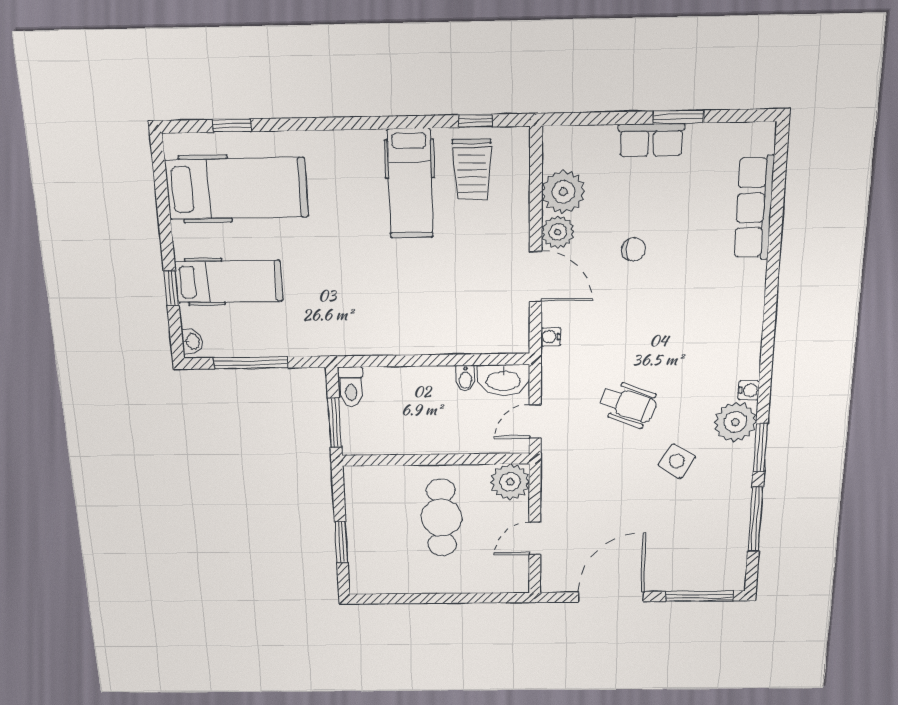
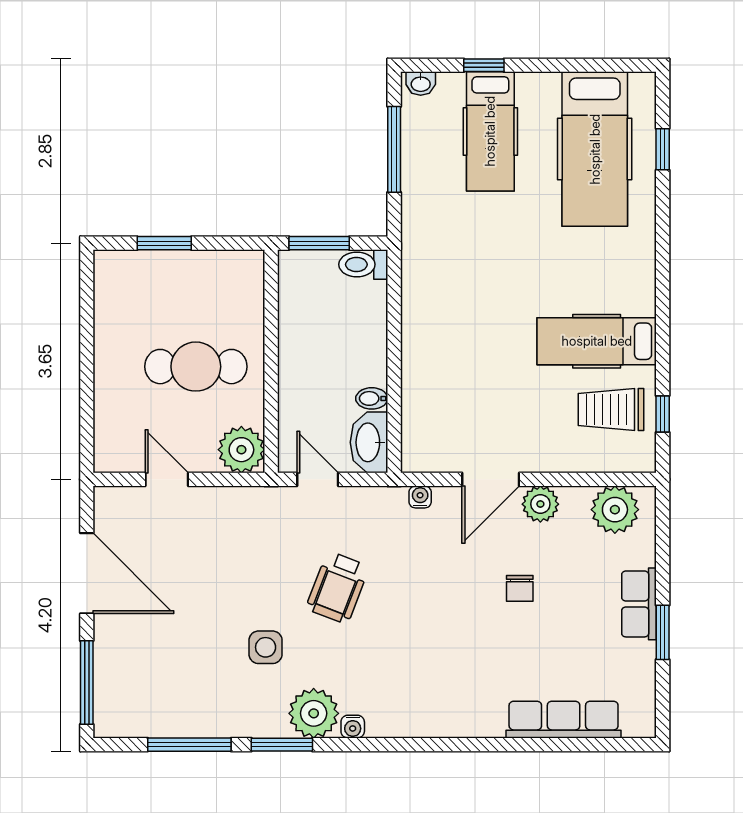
plant: (563, 192) -> (615, 510), moved
side table: (677, 461) -> (266, 647), turned -32

